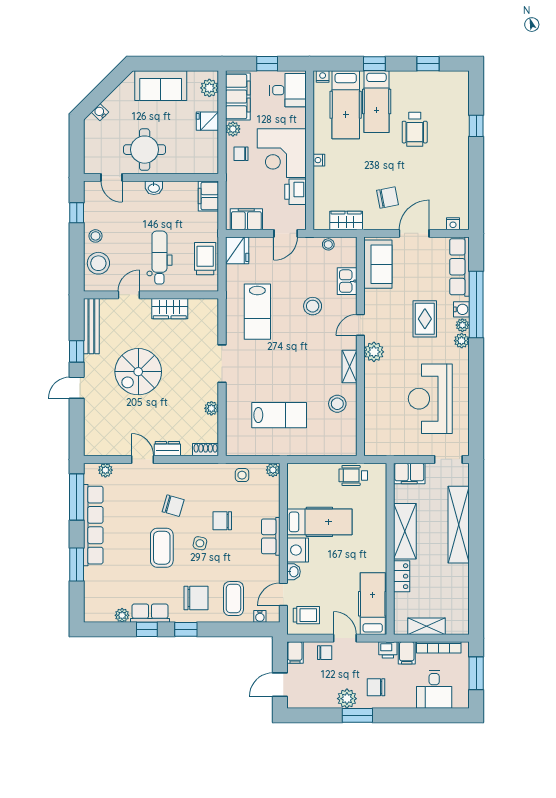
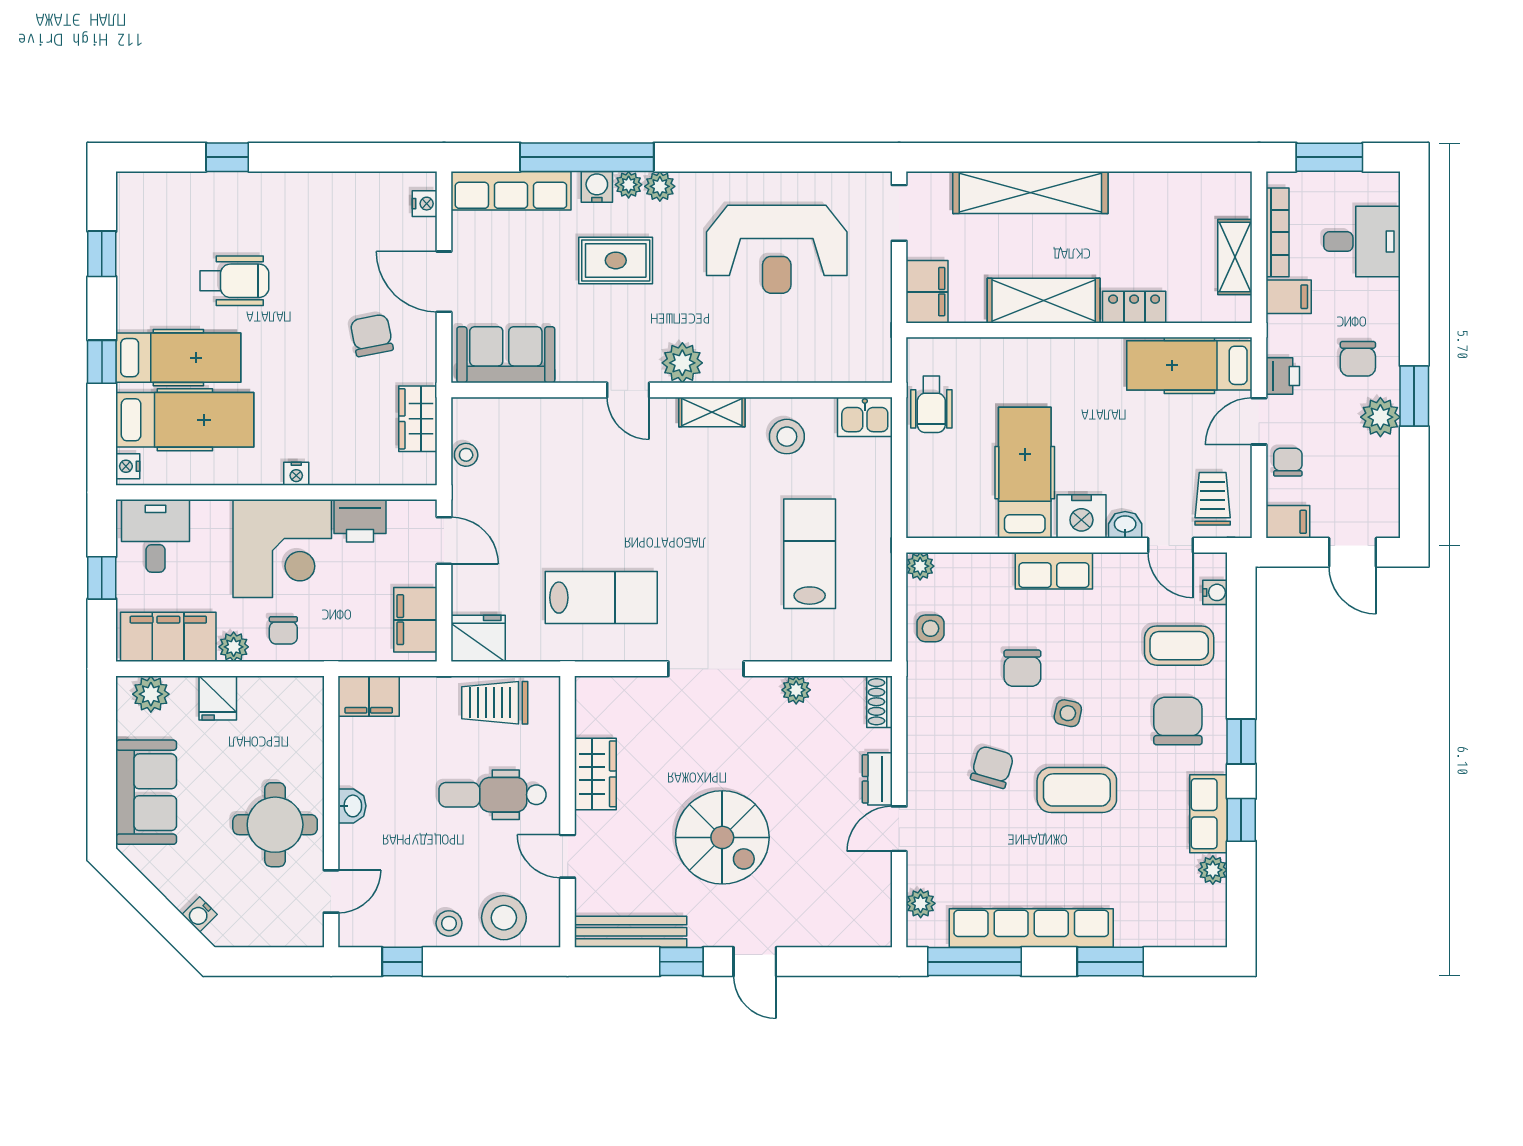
kitchen sink: (347, 281) -> (865, 417), moved
stool: (313, 306) -> (590, 486), removed
printer: (388, 650) -> (1283, 376), moved

